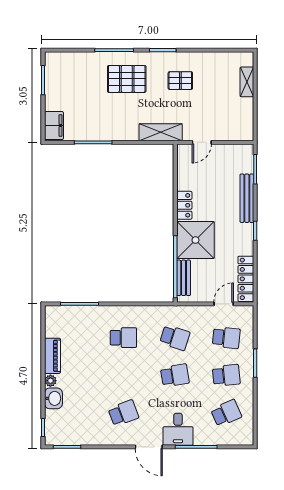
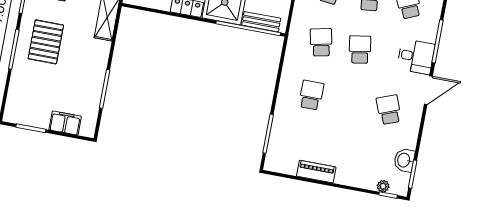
filing cabinet: (54, 126) -> (65, 123), moved
school desk: (175, 338) -> (321, 42), turned -30
plant: (50, 381) -> (383, 186), moved
washbasin: (53, 398) -> (404, 160), moved, turned -90

